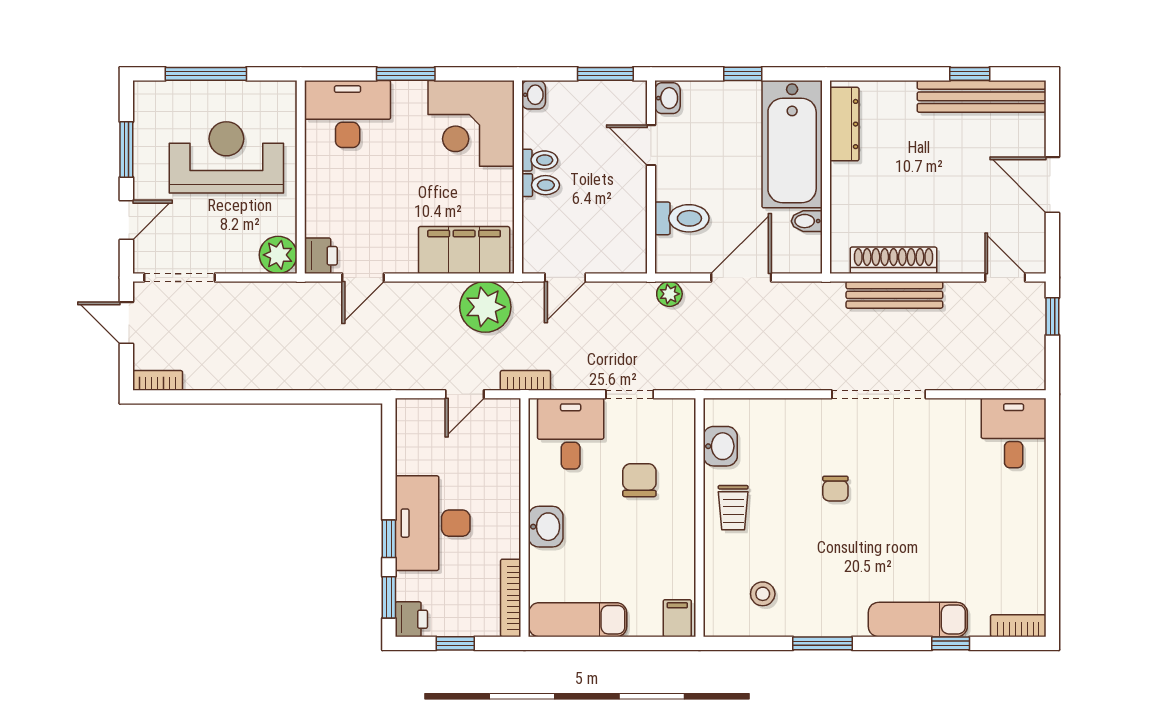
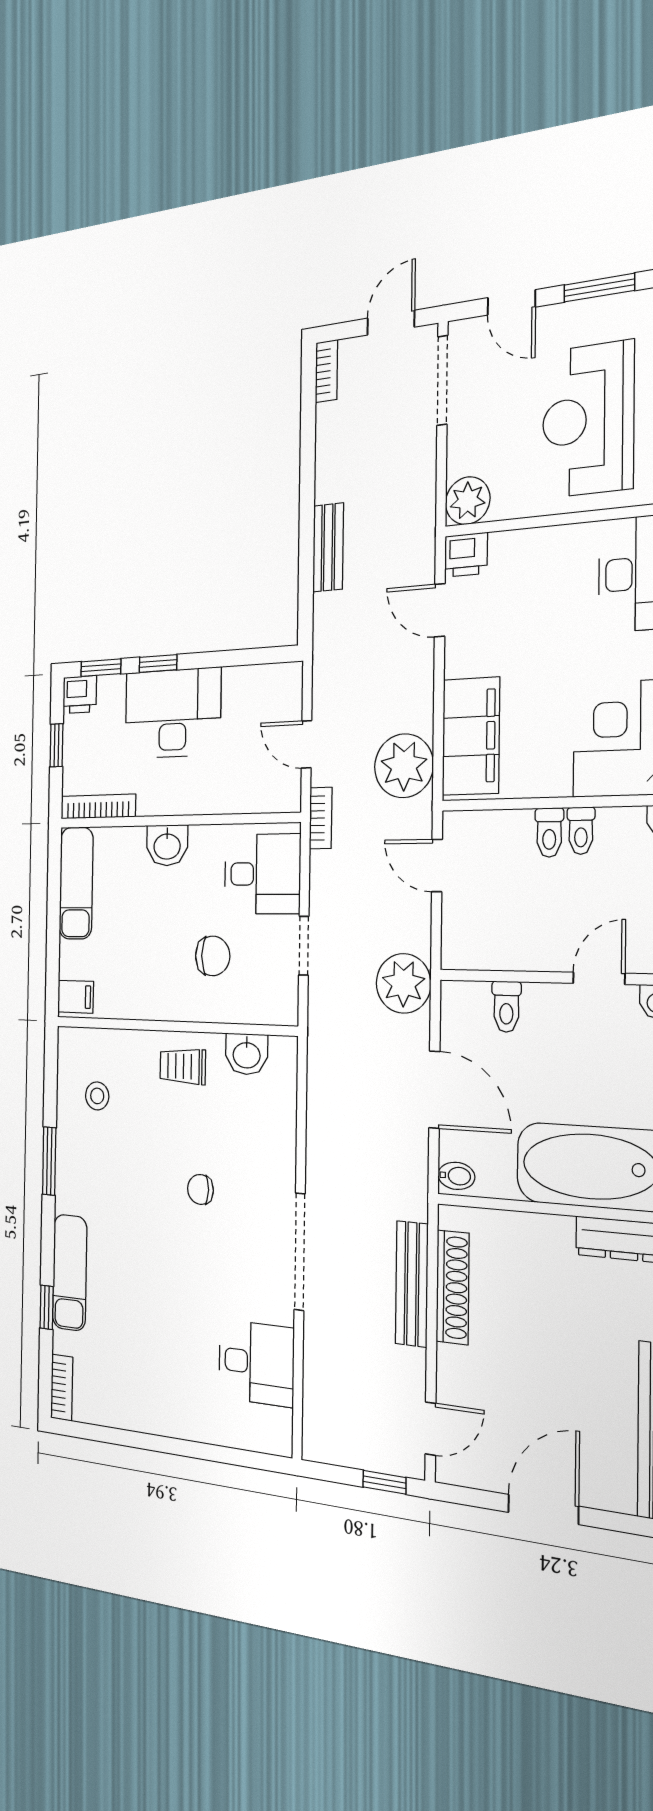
reception desk: (226, 157) -> (588, 420), turned 180
toilet: (682, 218) -> (506, 1007), width x0.73, depth x0.72
bidet: (807, 221) -> (456, 1176), moved, turned 90
plant: (669, 294) -> (403, 983), width x1.88, depth x1.88
bench: (304, 377) -> (328, 547), added
desk: (1014, 433) -> (256, 1363), moved

